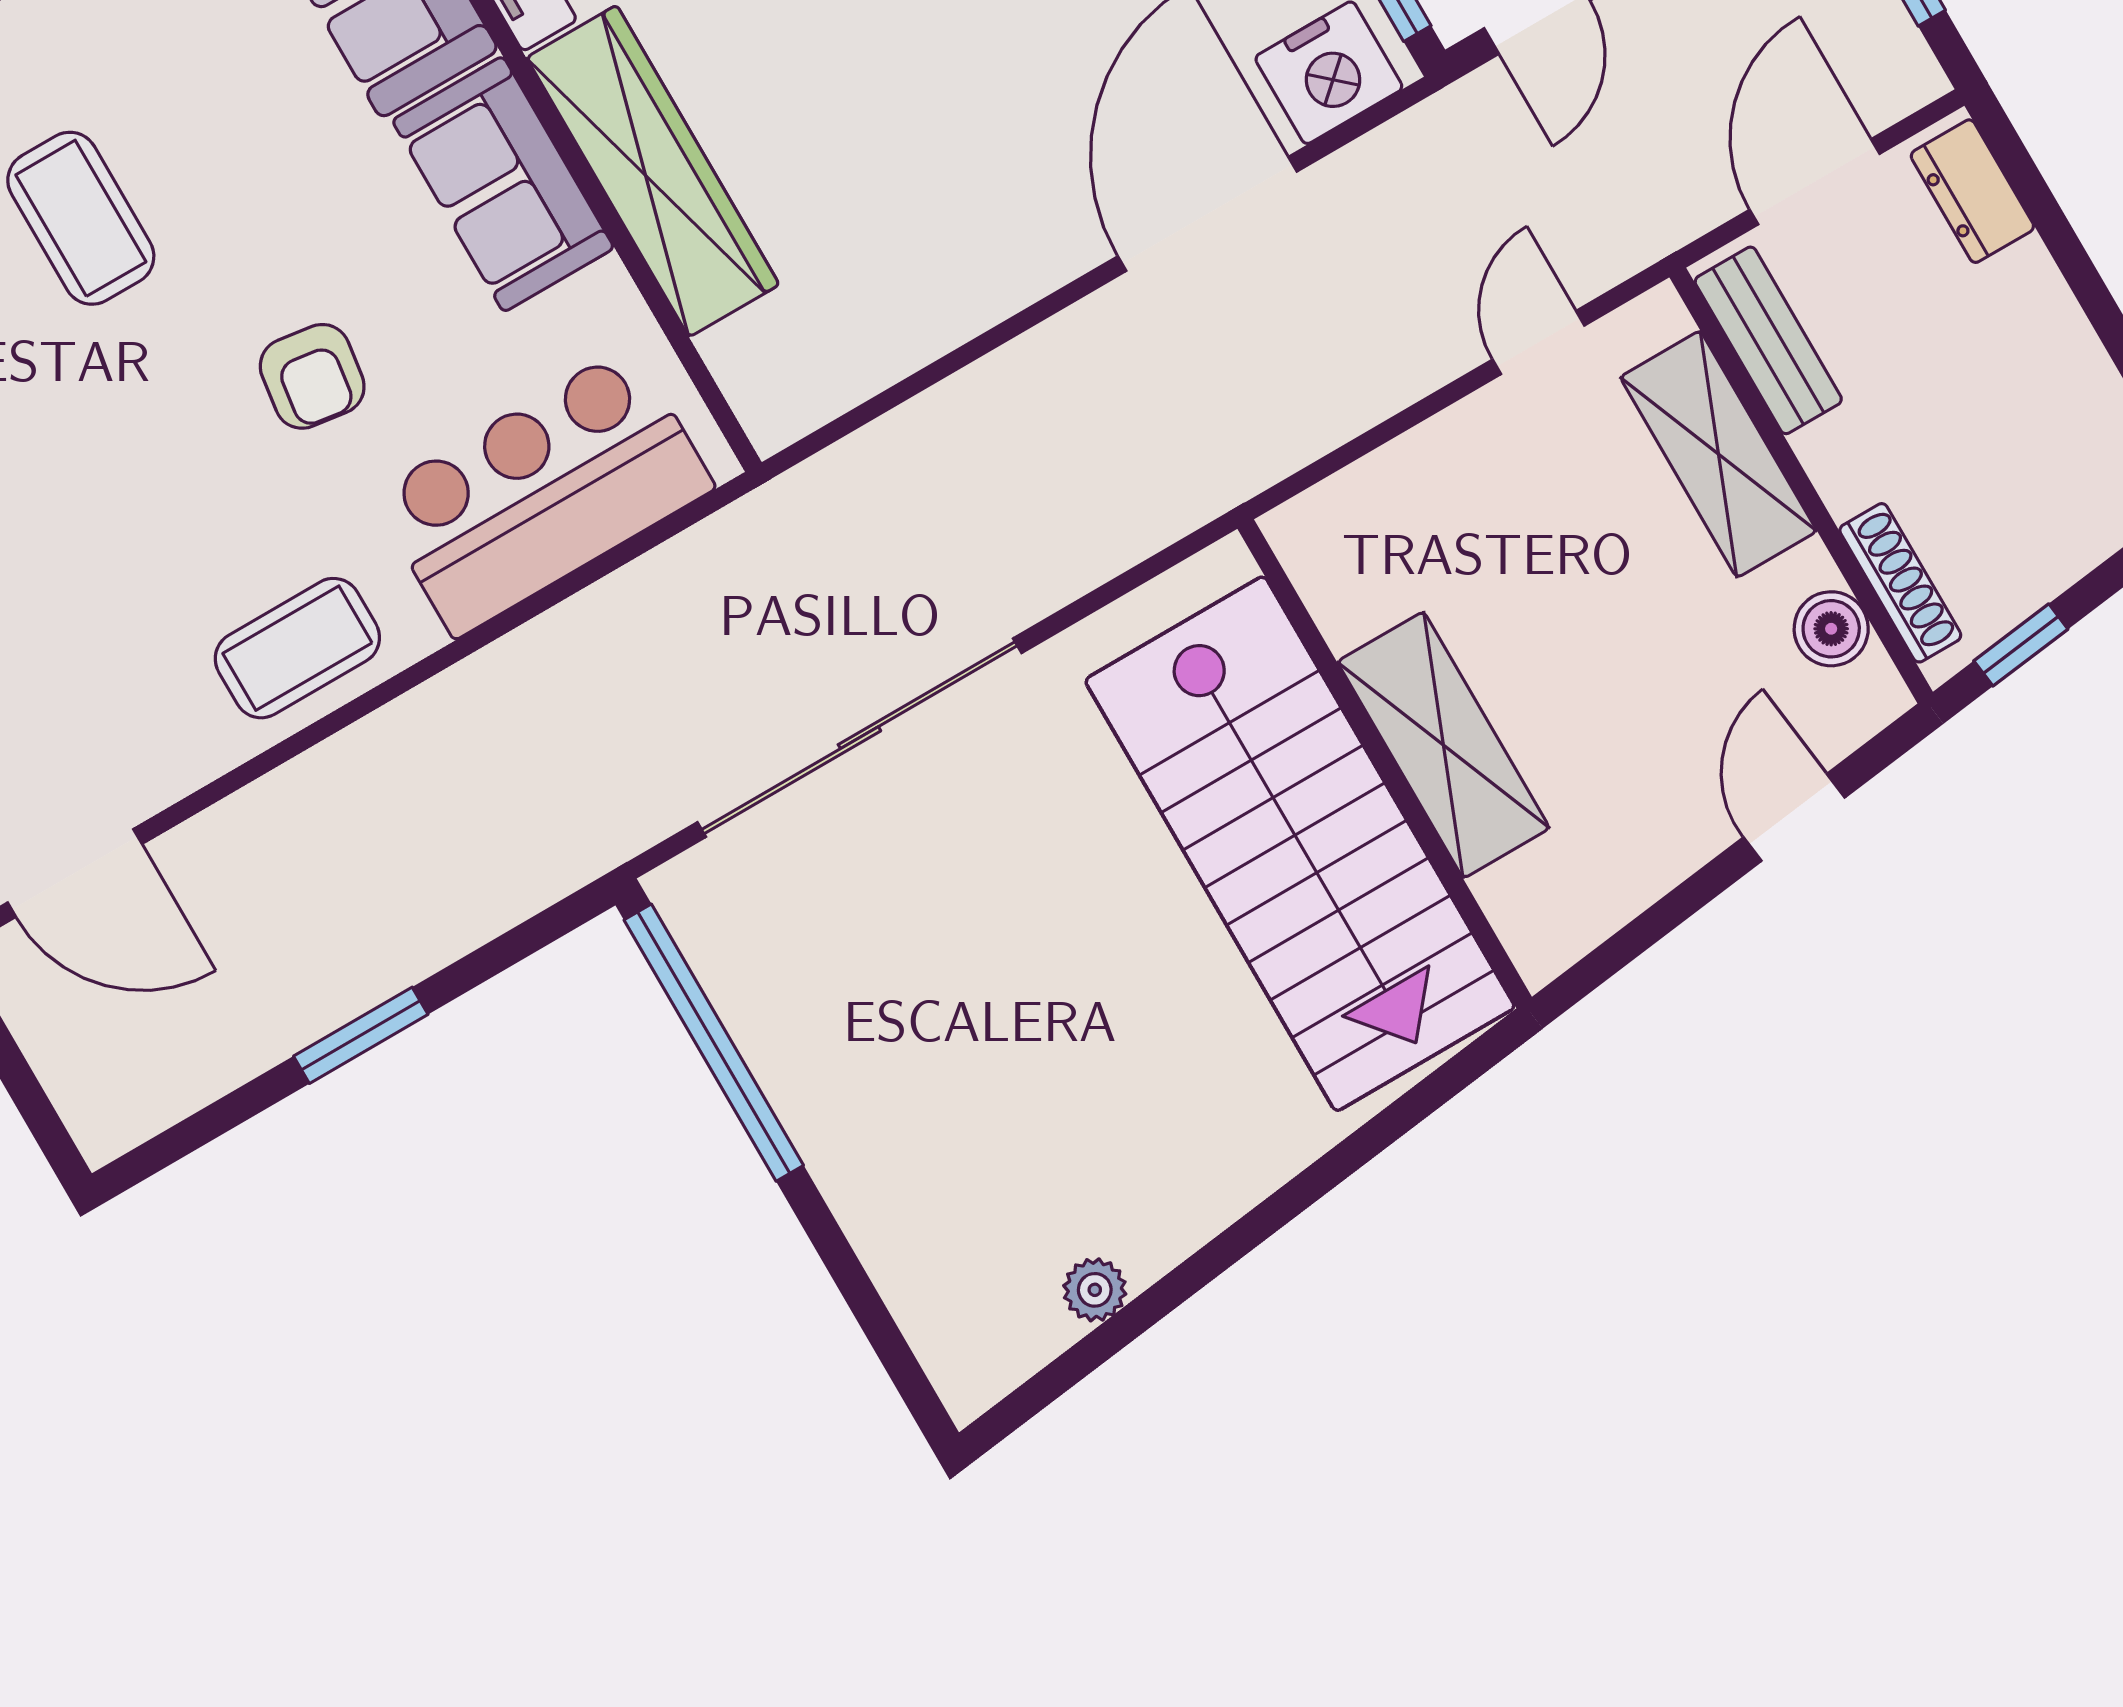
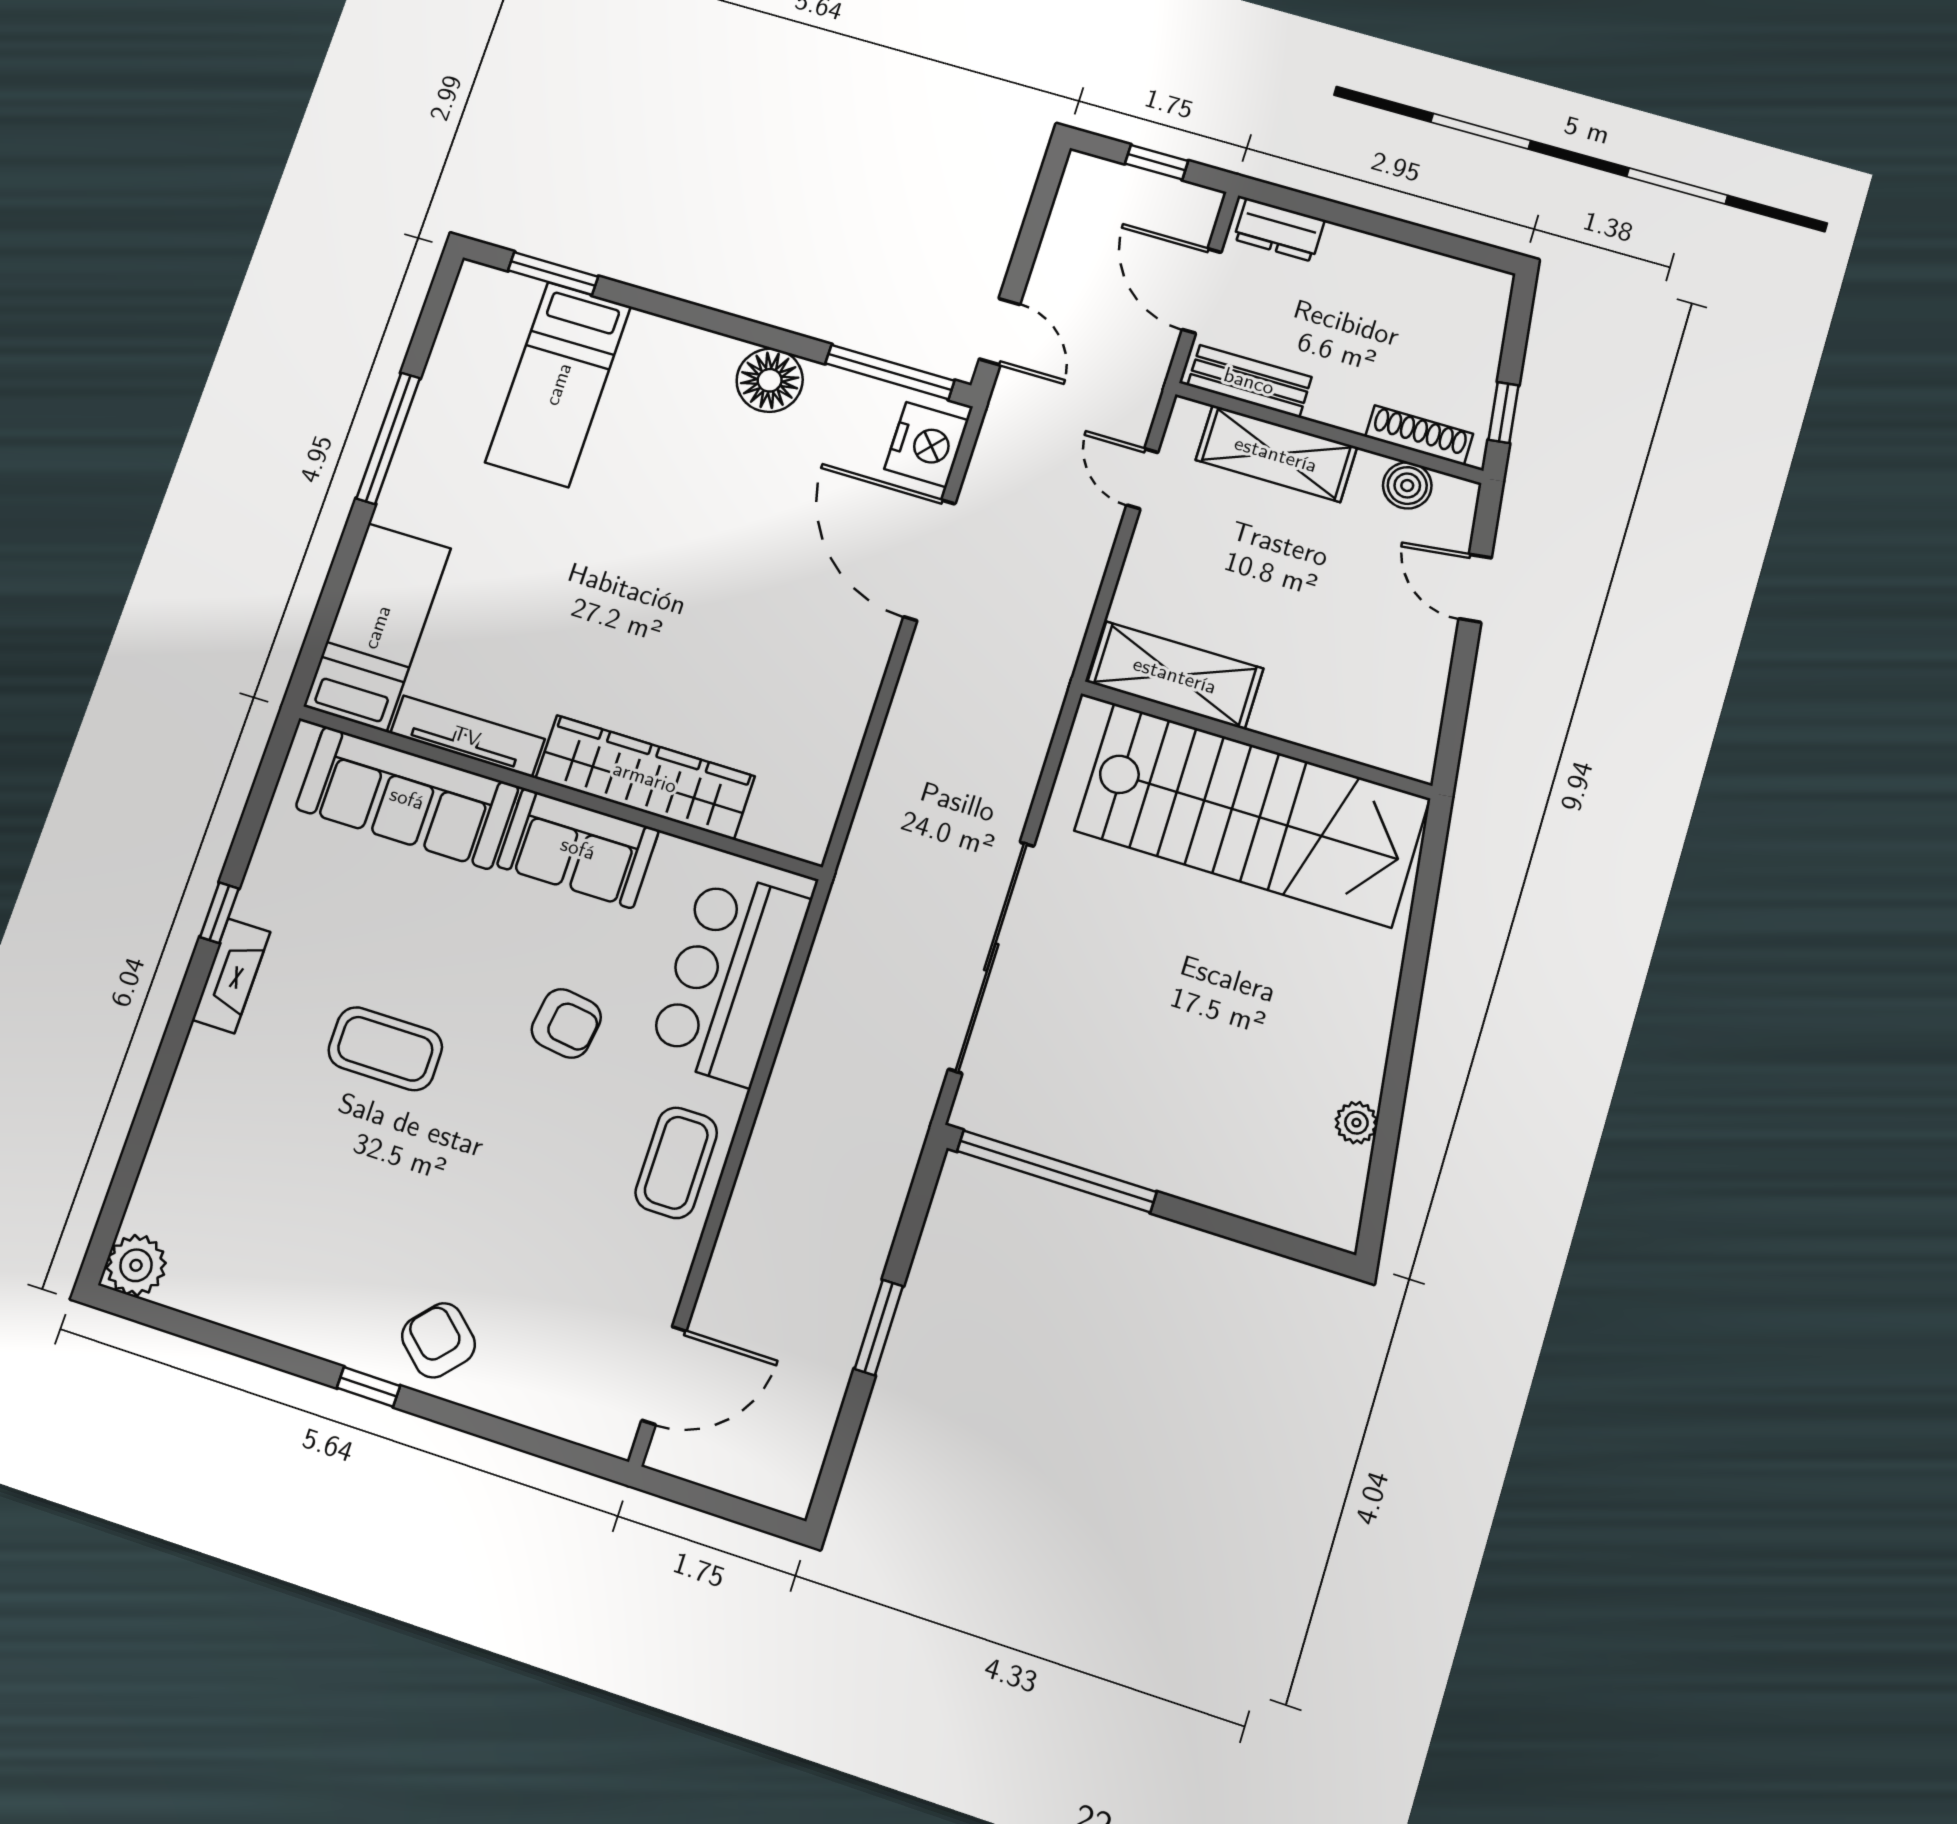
shelving: (1443, 745) -> (1175, 675), moved

